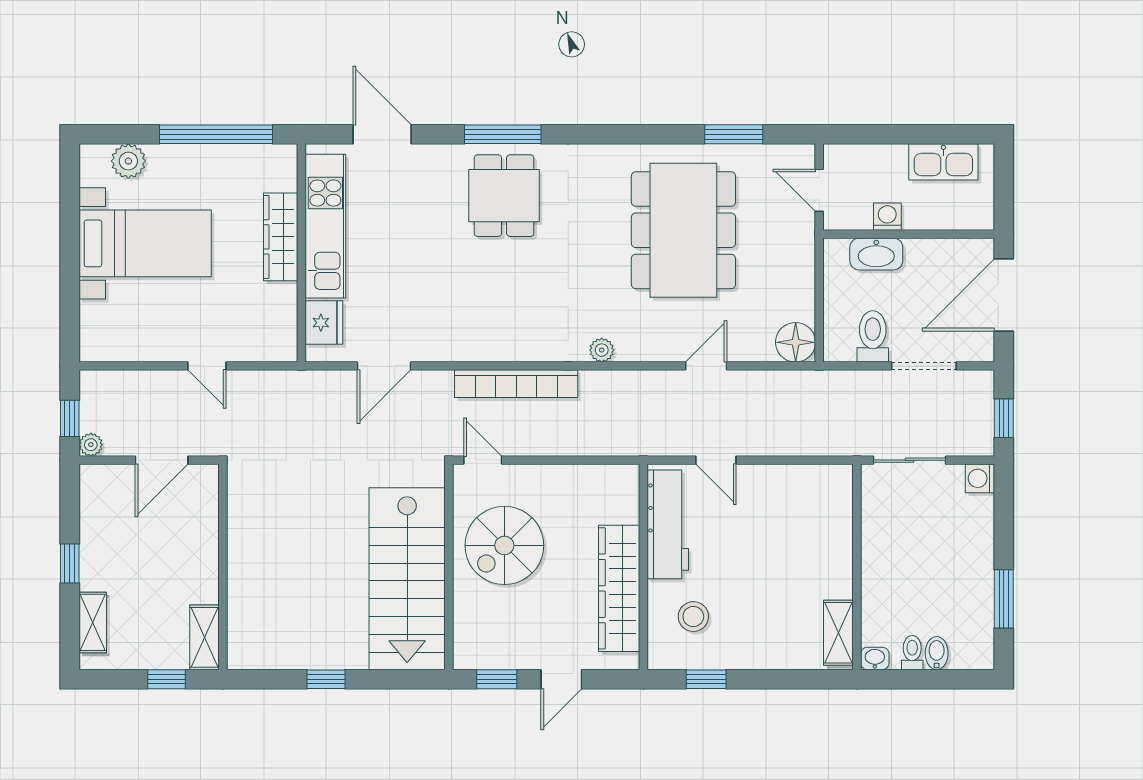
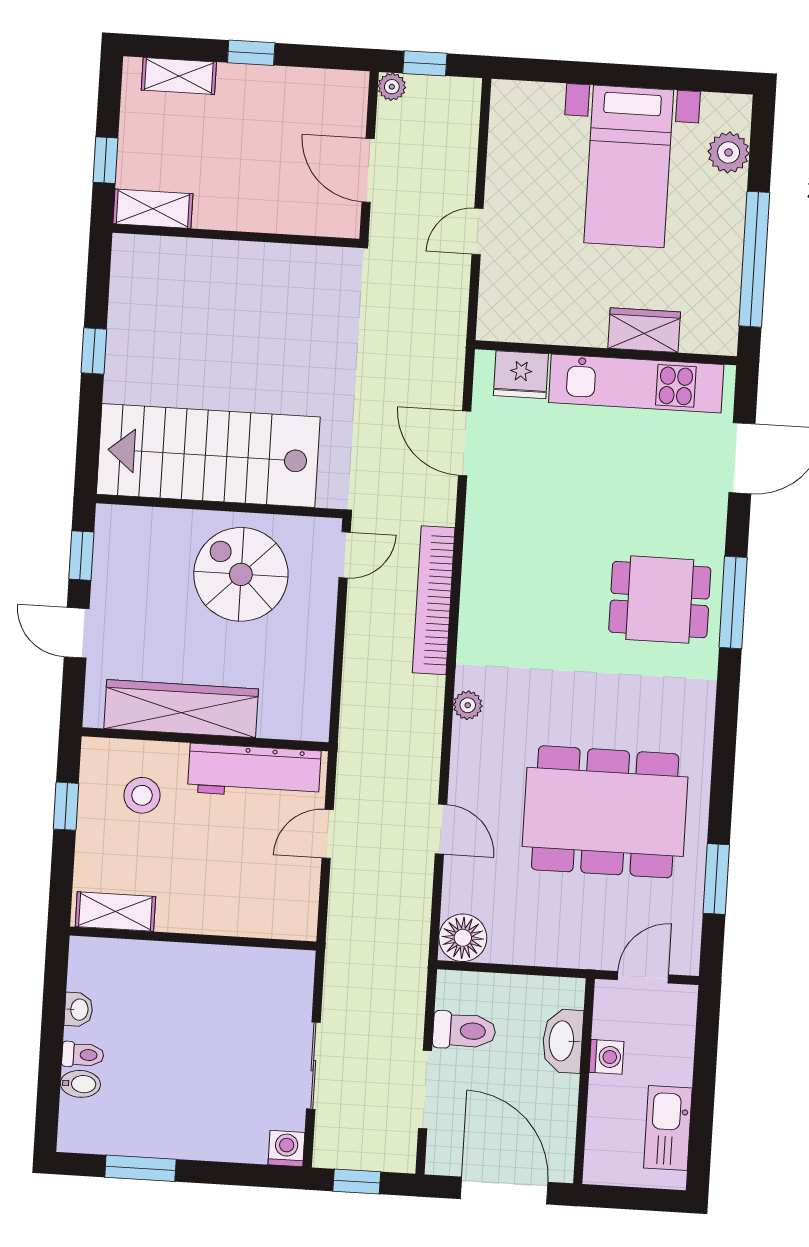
wardrobe: (281, 237) -> (644, 330), width x0.67
wall: (857, 567) -> (193, 938), moved
shelving: (838, 633) -> (115, 911), moved

